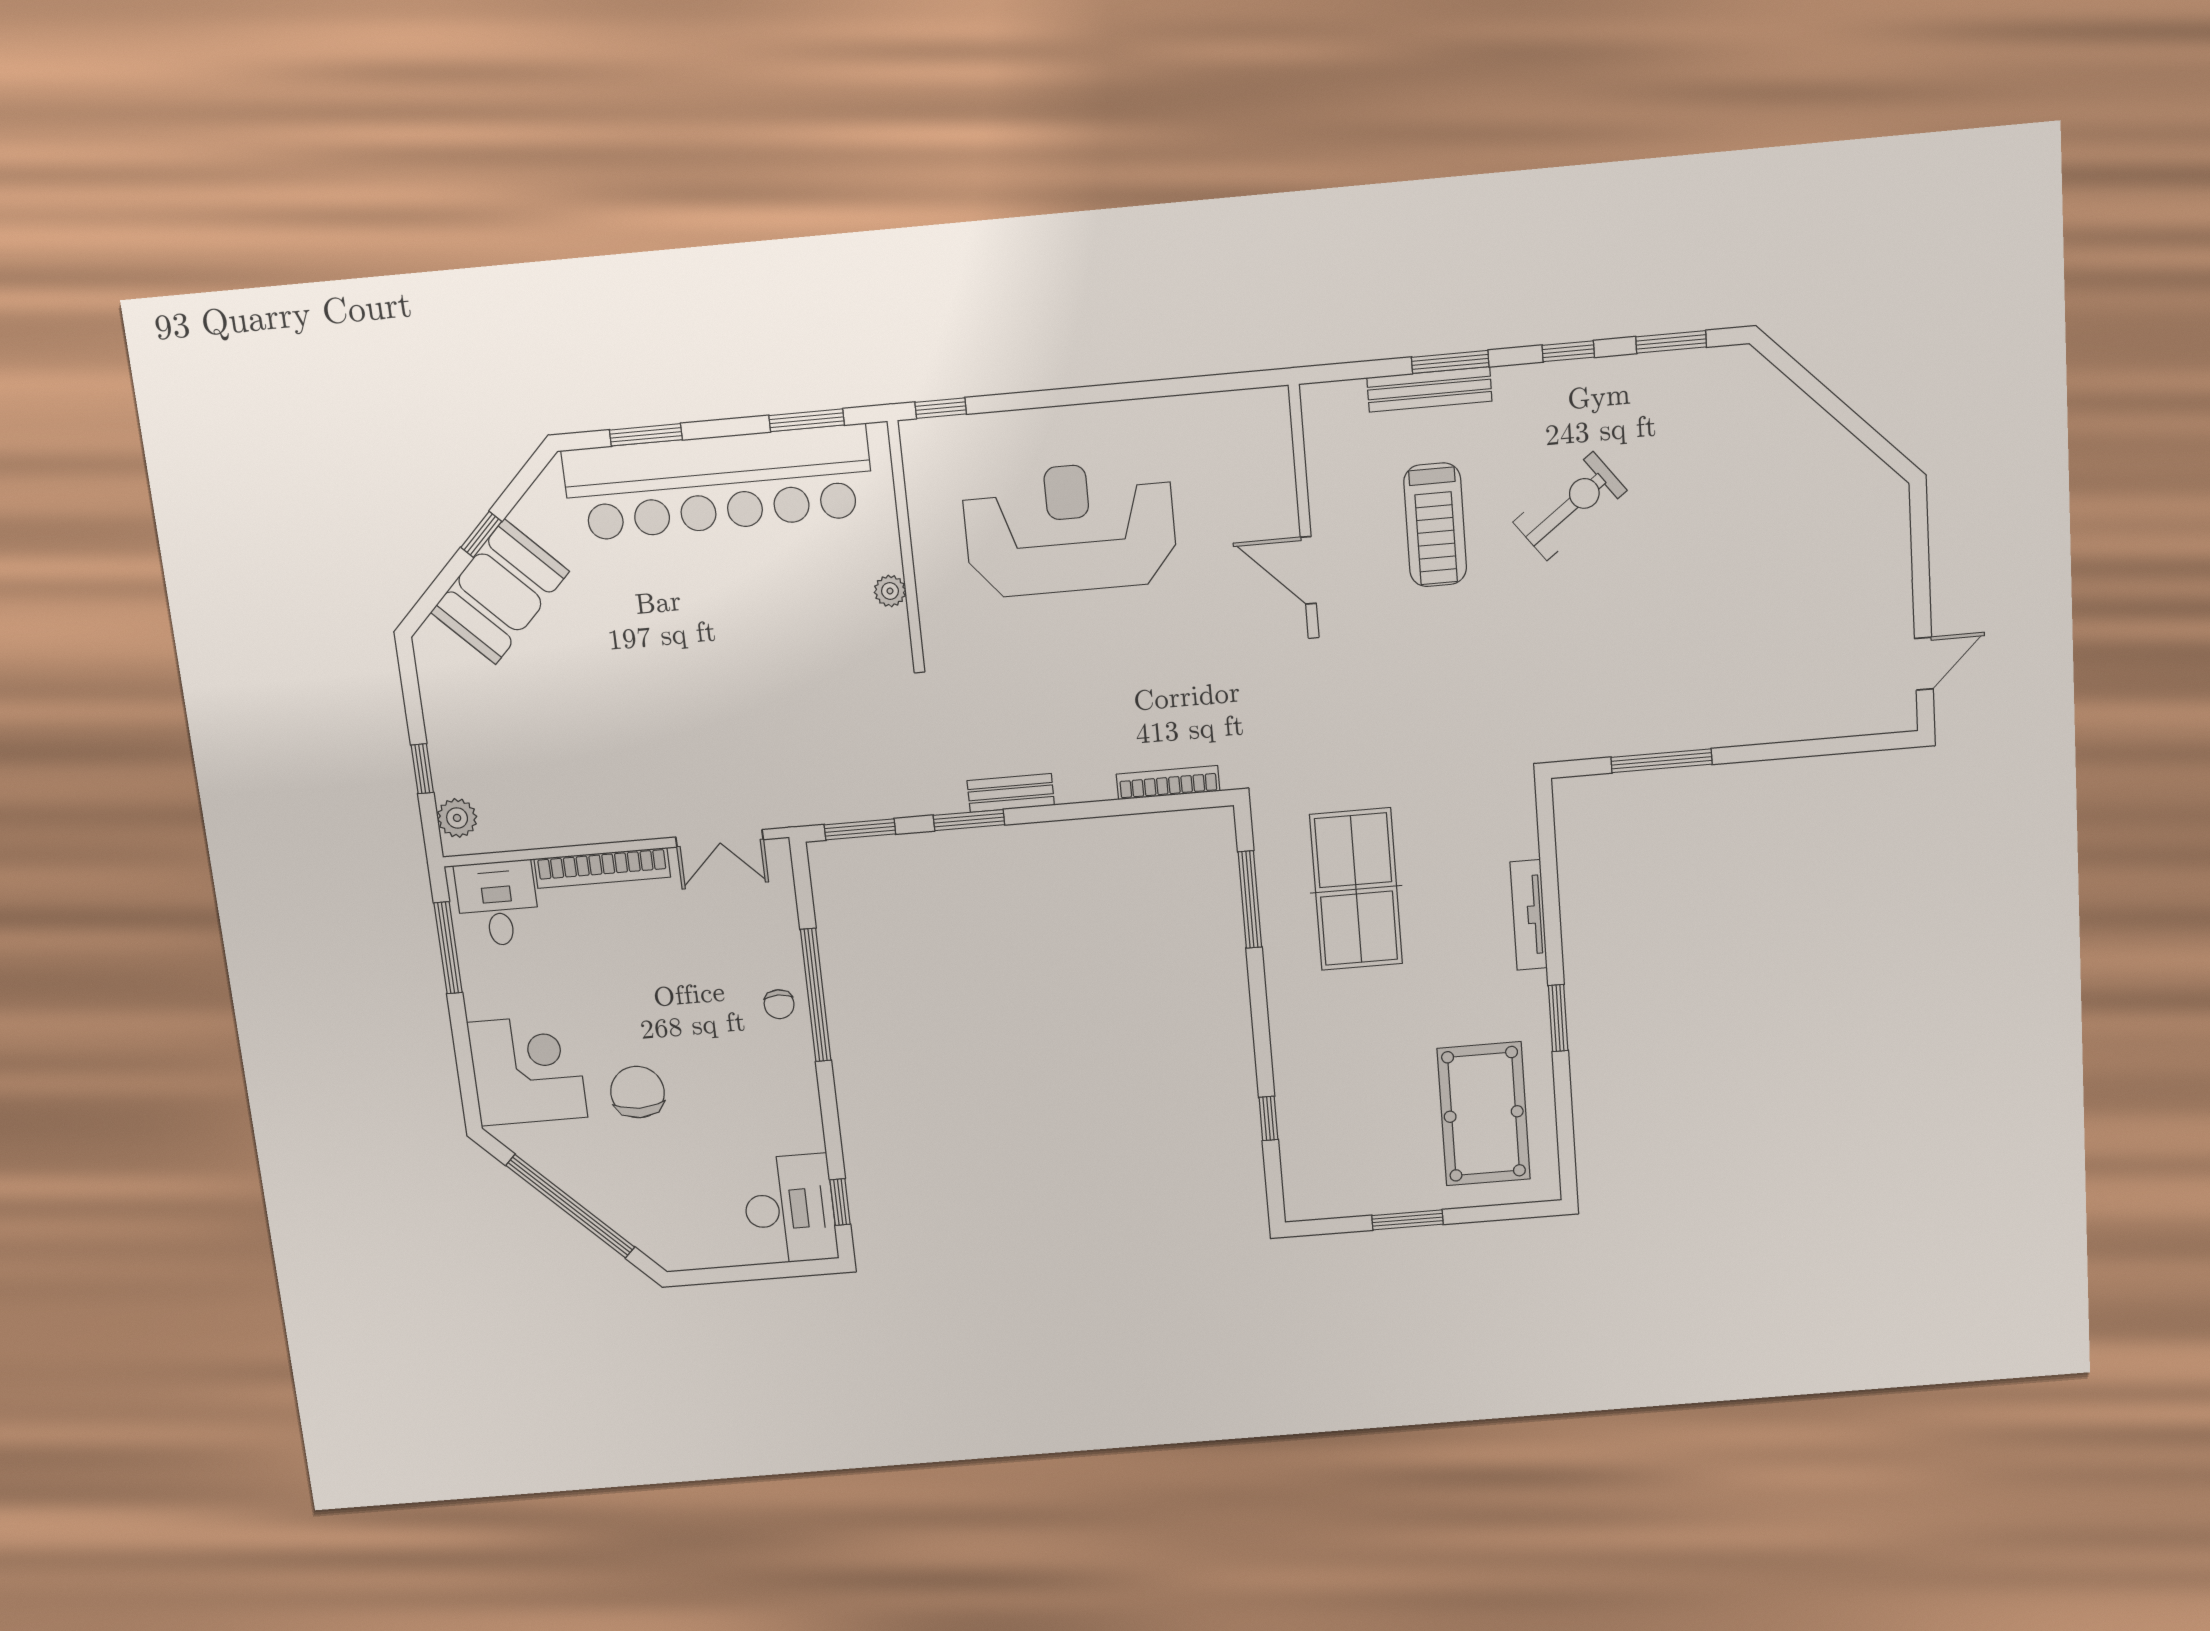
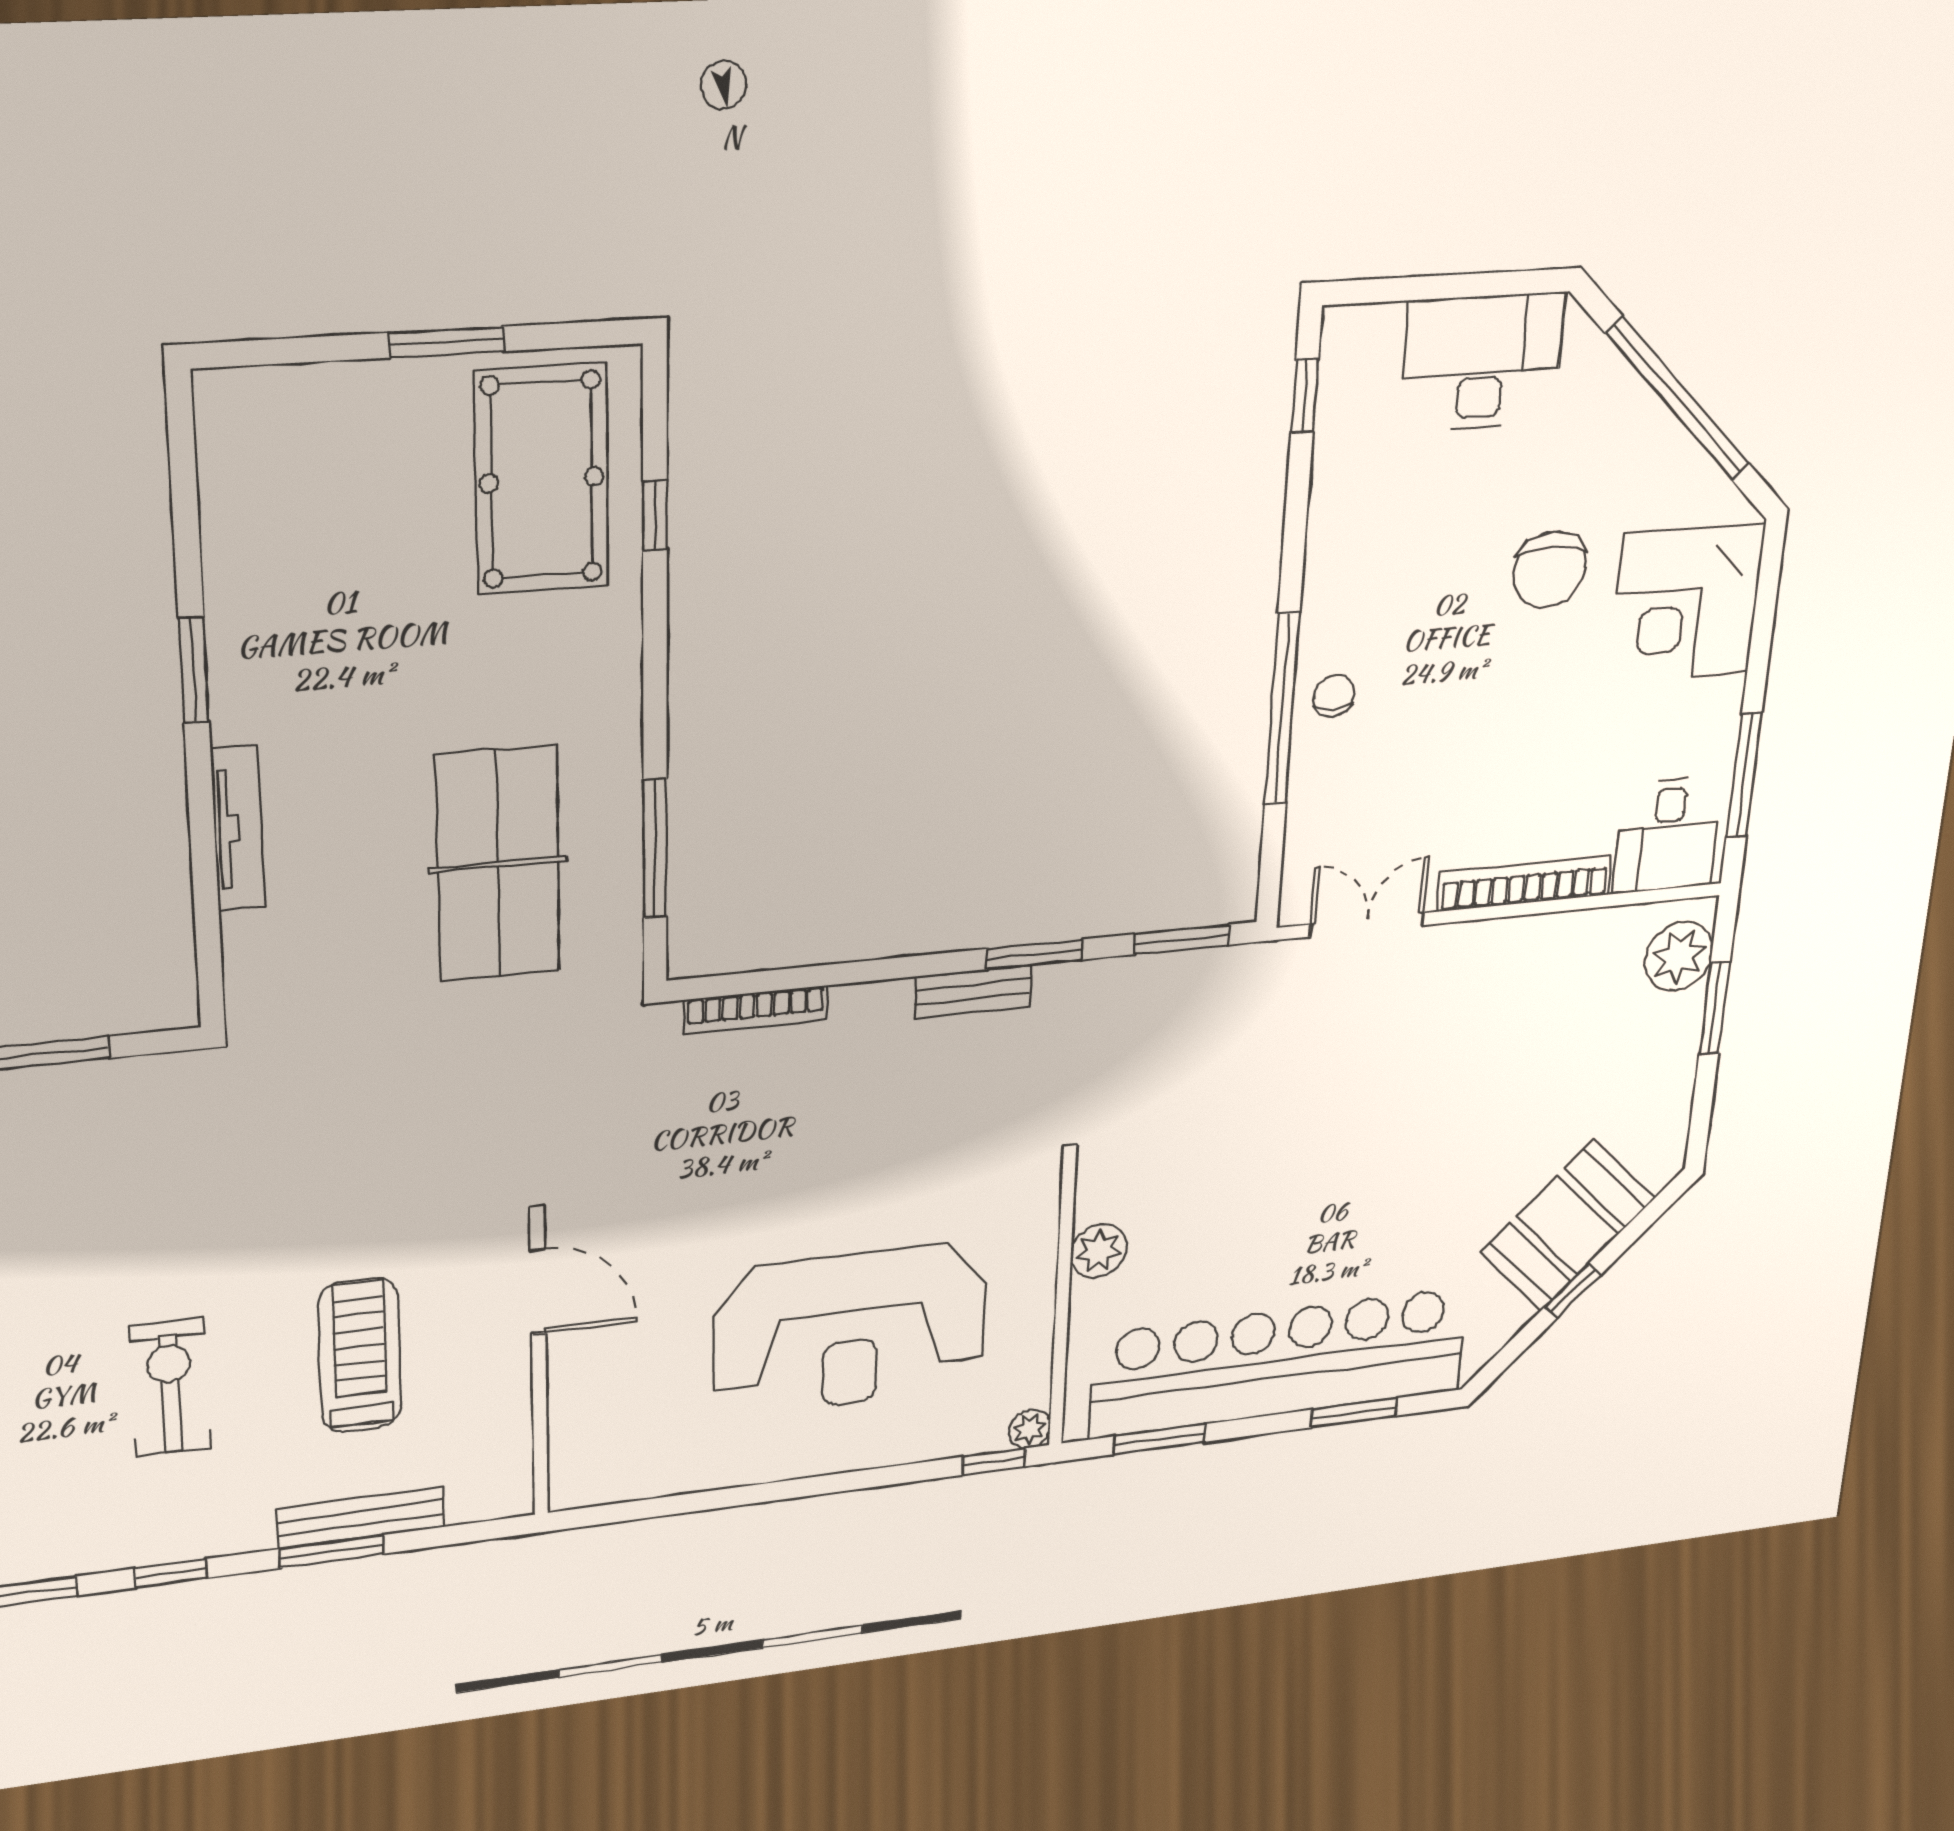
plant: (916, 435) -> (1030, 1429), added
exercise bike: (1570, 506) -> (170, 1387), turned 127
plant: (890, 591) -> (1099, 1251), width x1.38, depth x1.38
window: (422, 769) -> (1715, 1008), width x1.50
plant: (457, 818) -> (1679, 956), width x1.36, depth x1.36
pool table: (1484, 1114) -> (542, 480), moved
desk: (790, 1209) -> (1482, 362), moved, turned 90

